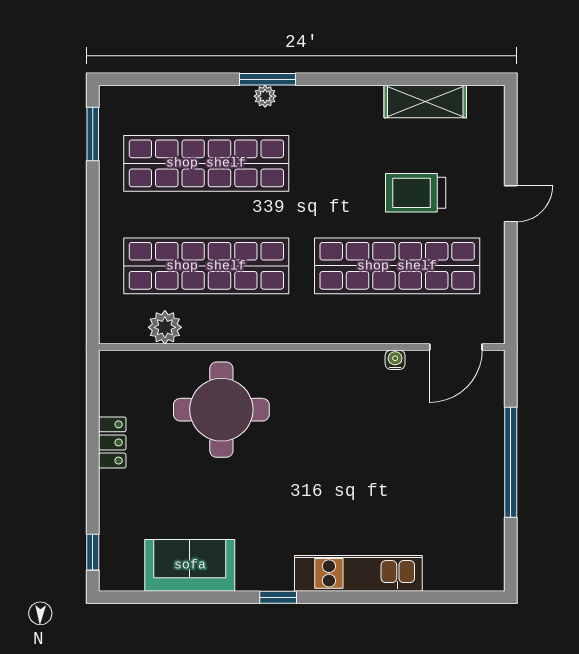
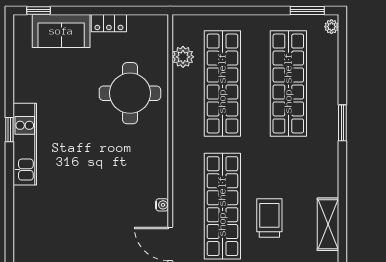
plant: (265, 96) -> (331, 27), moved
sofa: (190, 565) -> (61, 31), moved, turned 90
kitchen unit: (358, 573) -> (25, 144), moved

